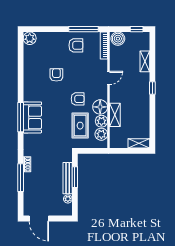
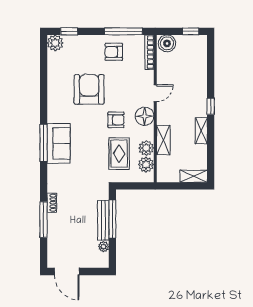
window: (41, 29) -> (69, 31), added
armchair: (76, 45) -> (114, 52), turned 180
shelving: (145, 61) -> (201, 131), moved
armchair: (56, 75) -> (89, 89), width x1.88, depth x1.88
floor lamp: (100, 107) -> (145, 116), moved
window: (75, 177) -> (112, 219), width x1.44

